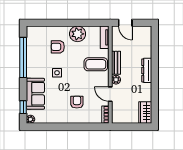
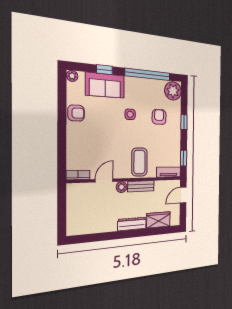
window: (61, 23) -> (184, 122), added
window: (93, 23) -> (184, 158), added
plant: (78, 34) -> (173, 91), moved
armchair: (77, 102) -> (76, 113), moved
window: (23, 107) -> (104, 70), moved
wardrobe: (145, 113) -> (158, 220), moved

